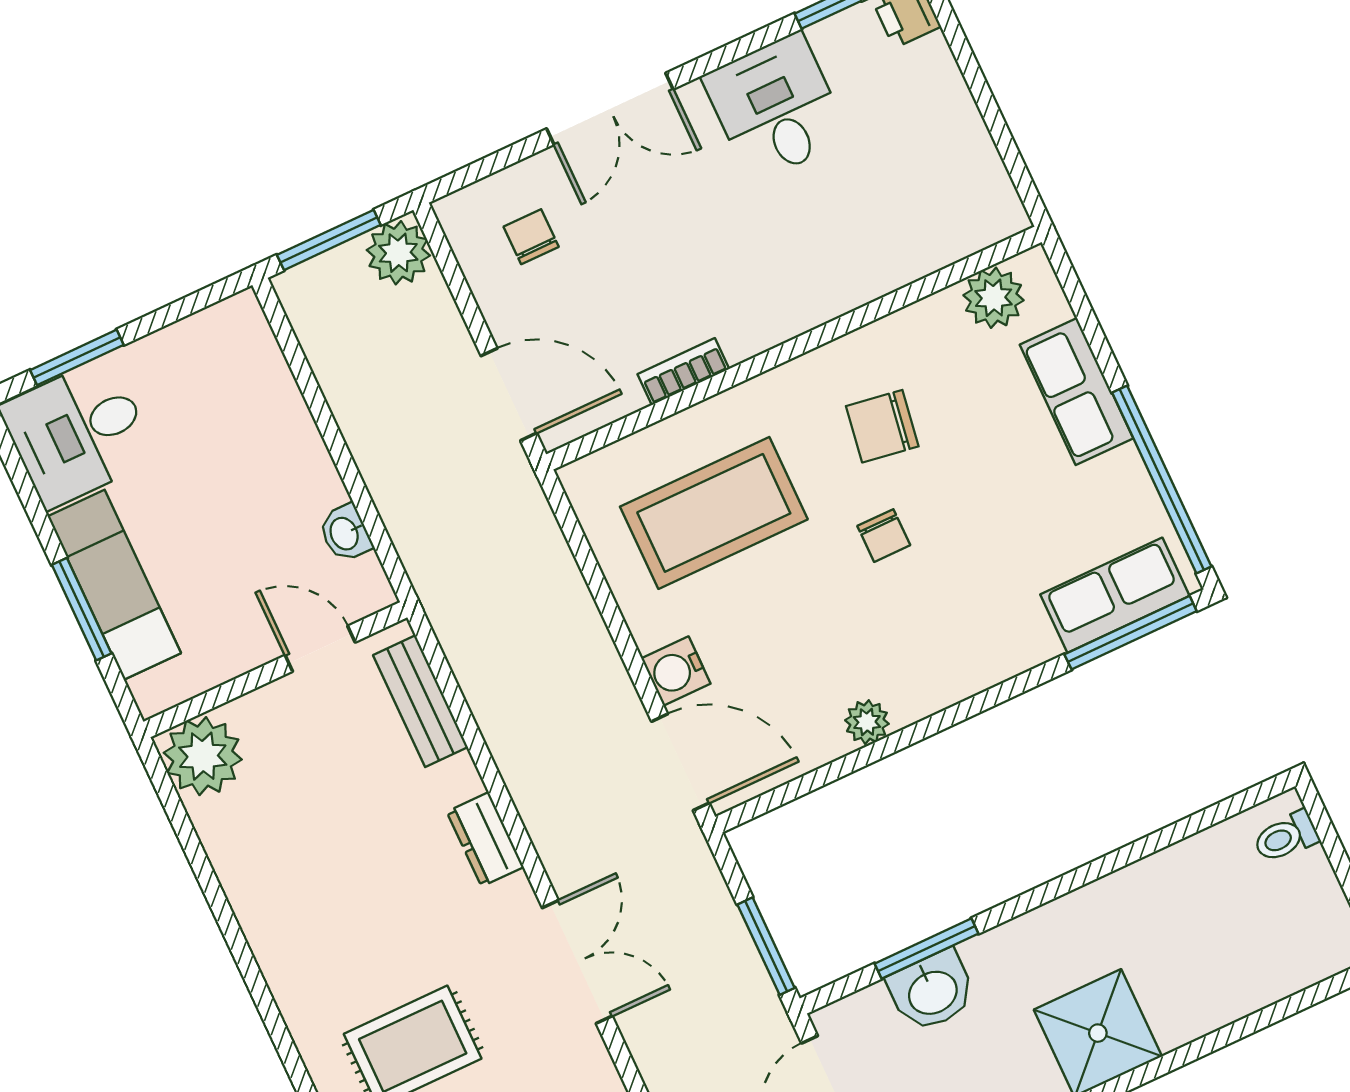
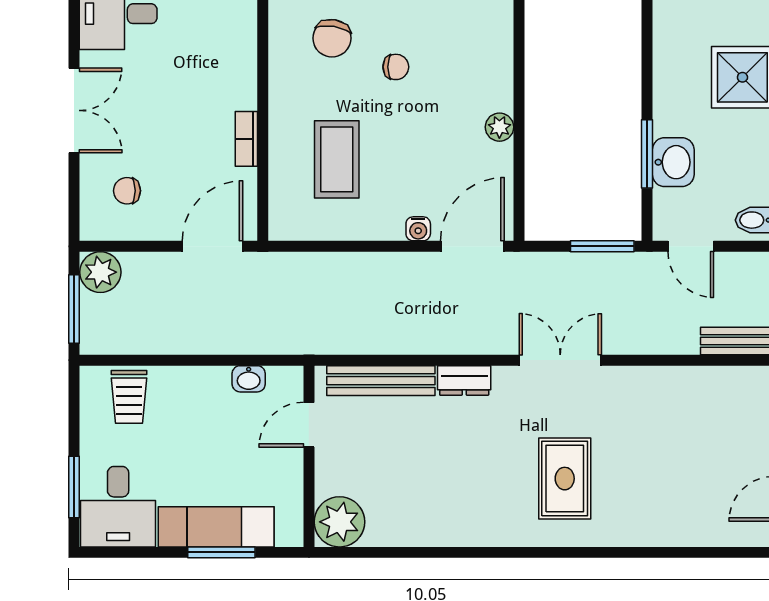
trolley: (241, 376) -> (129, 397), added
coffee table: (714, 513) -> (337, 159), width x0.73, depth x0.76
water cooler: (676, 671) -> (418, 229), width x0.72, depth x0.72
bench: (420, 701) -> (381, 381), width x1.36

